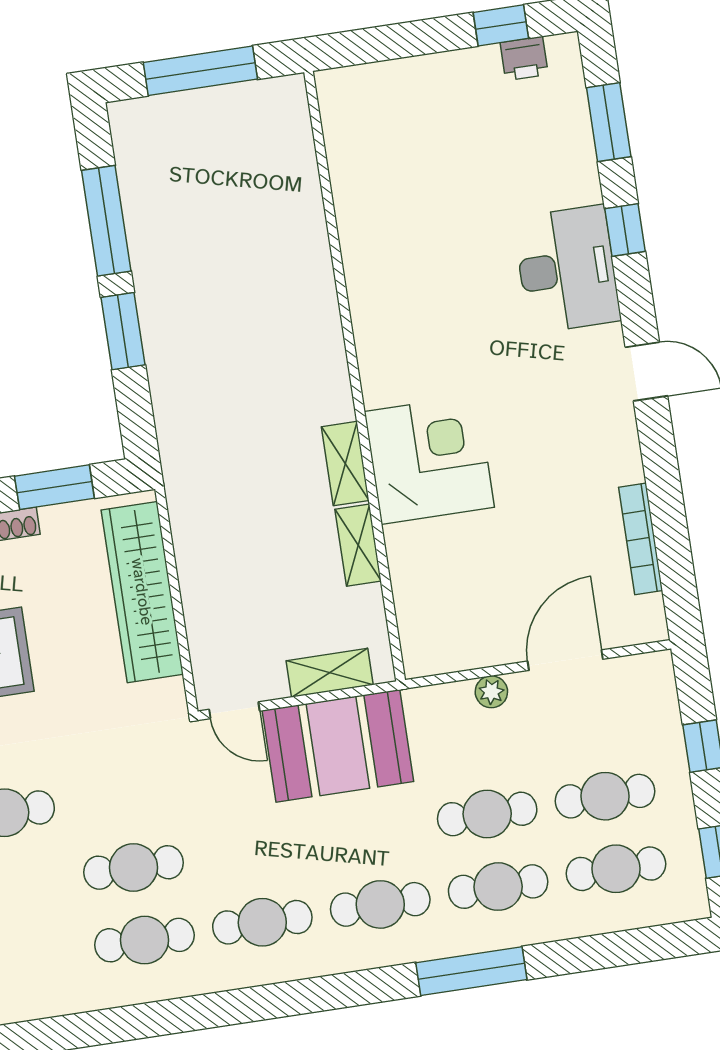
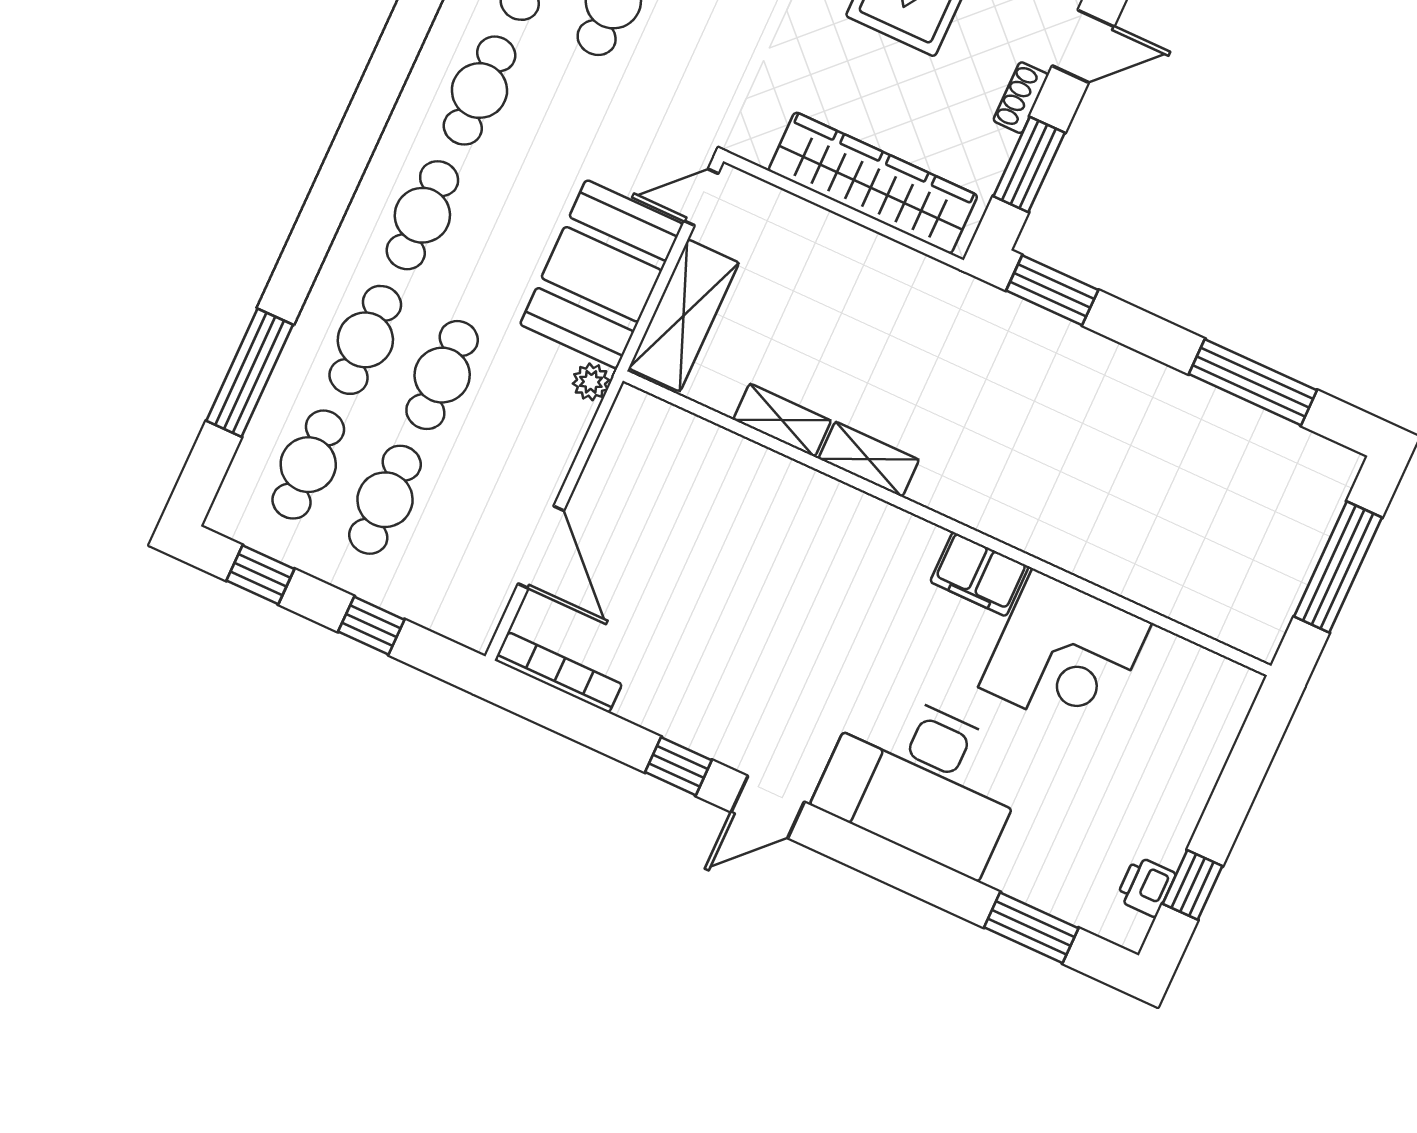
window: (625, 230) -> (678, 766), moved
desk: (567, 269) -> (923, 780), width x1.36, depth x1.30
filing cabinet: (376, 328) -> (979, 574), added
window: (123, 331) -> (1052, 290), moved
corner desk: (429, 459) -> (1065, 655), moved
bookcase: (641, 539) -> (559, 672), moved
shelving: (330, 673) -> (684, 315), width x1.50, depth x1.33
plant: (491, 692) -> (591, 382), moved
window: (471, 971) -> (250, 373), moved

